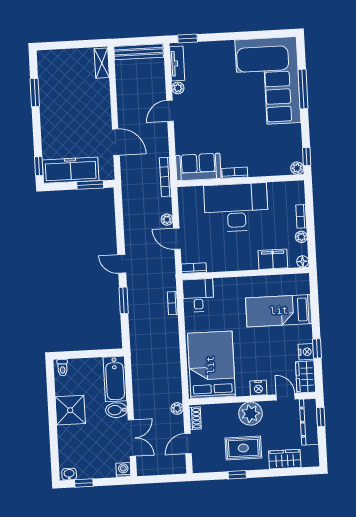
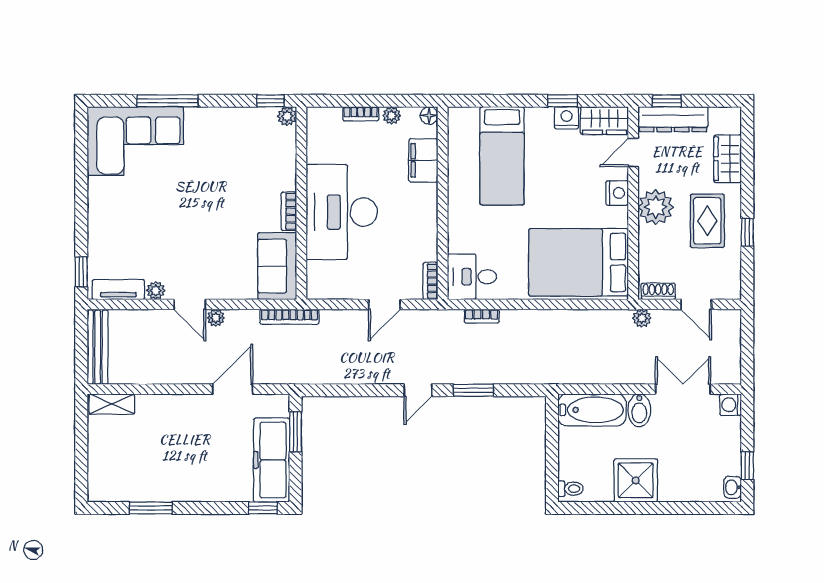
corner sofa: (268, 81) -> (135, 141), width x0.73, depth x0.74
plant: (167, 220) -> (216, 318), moved

